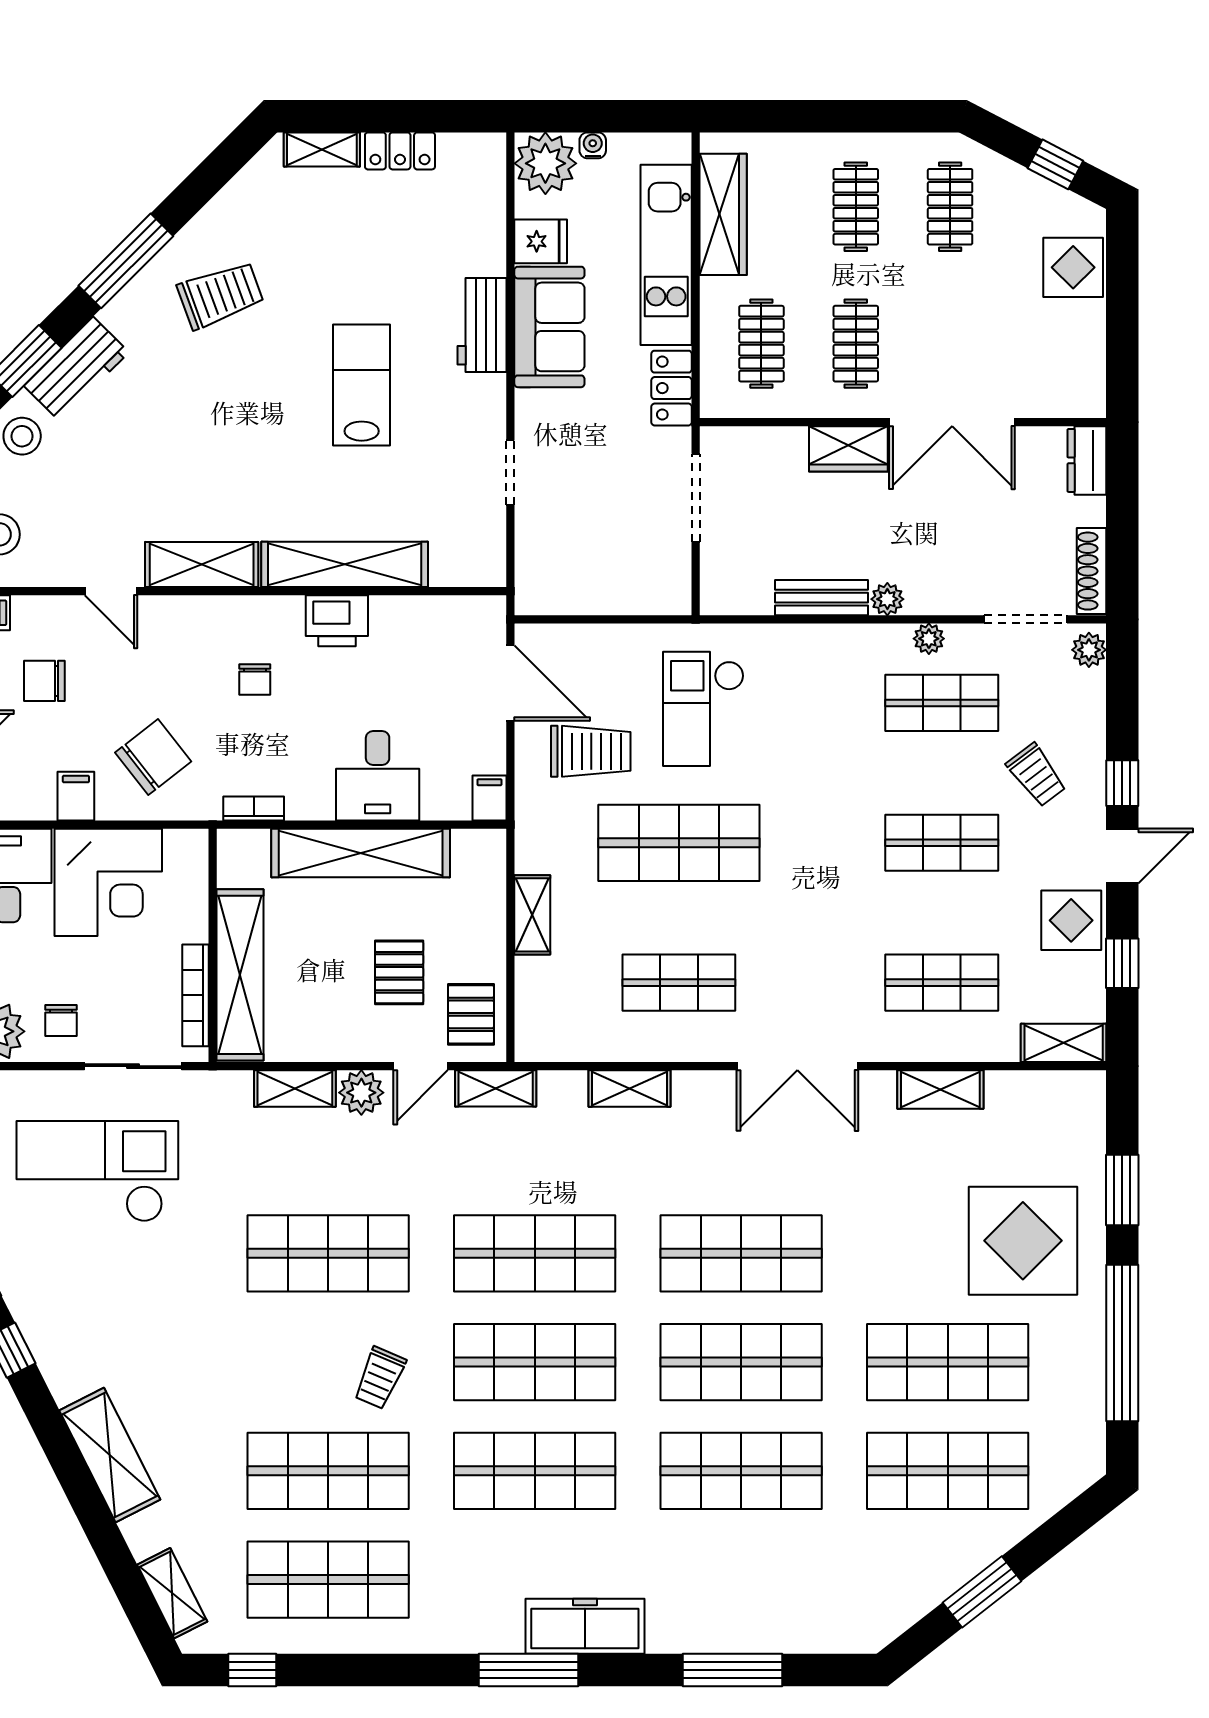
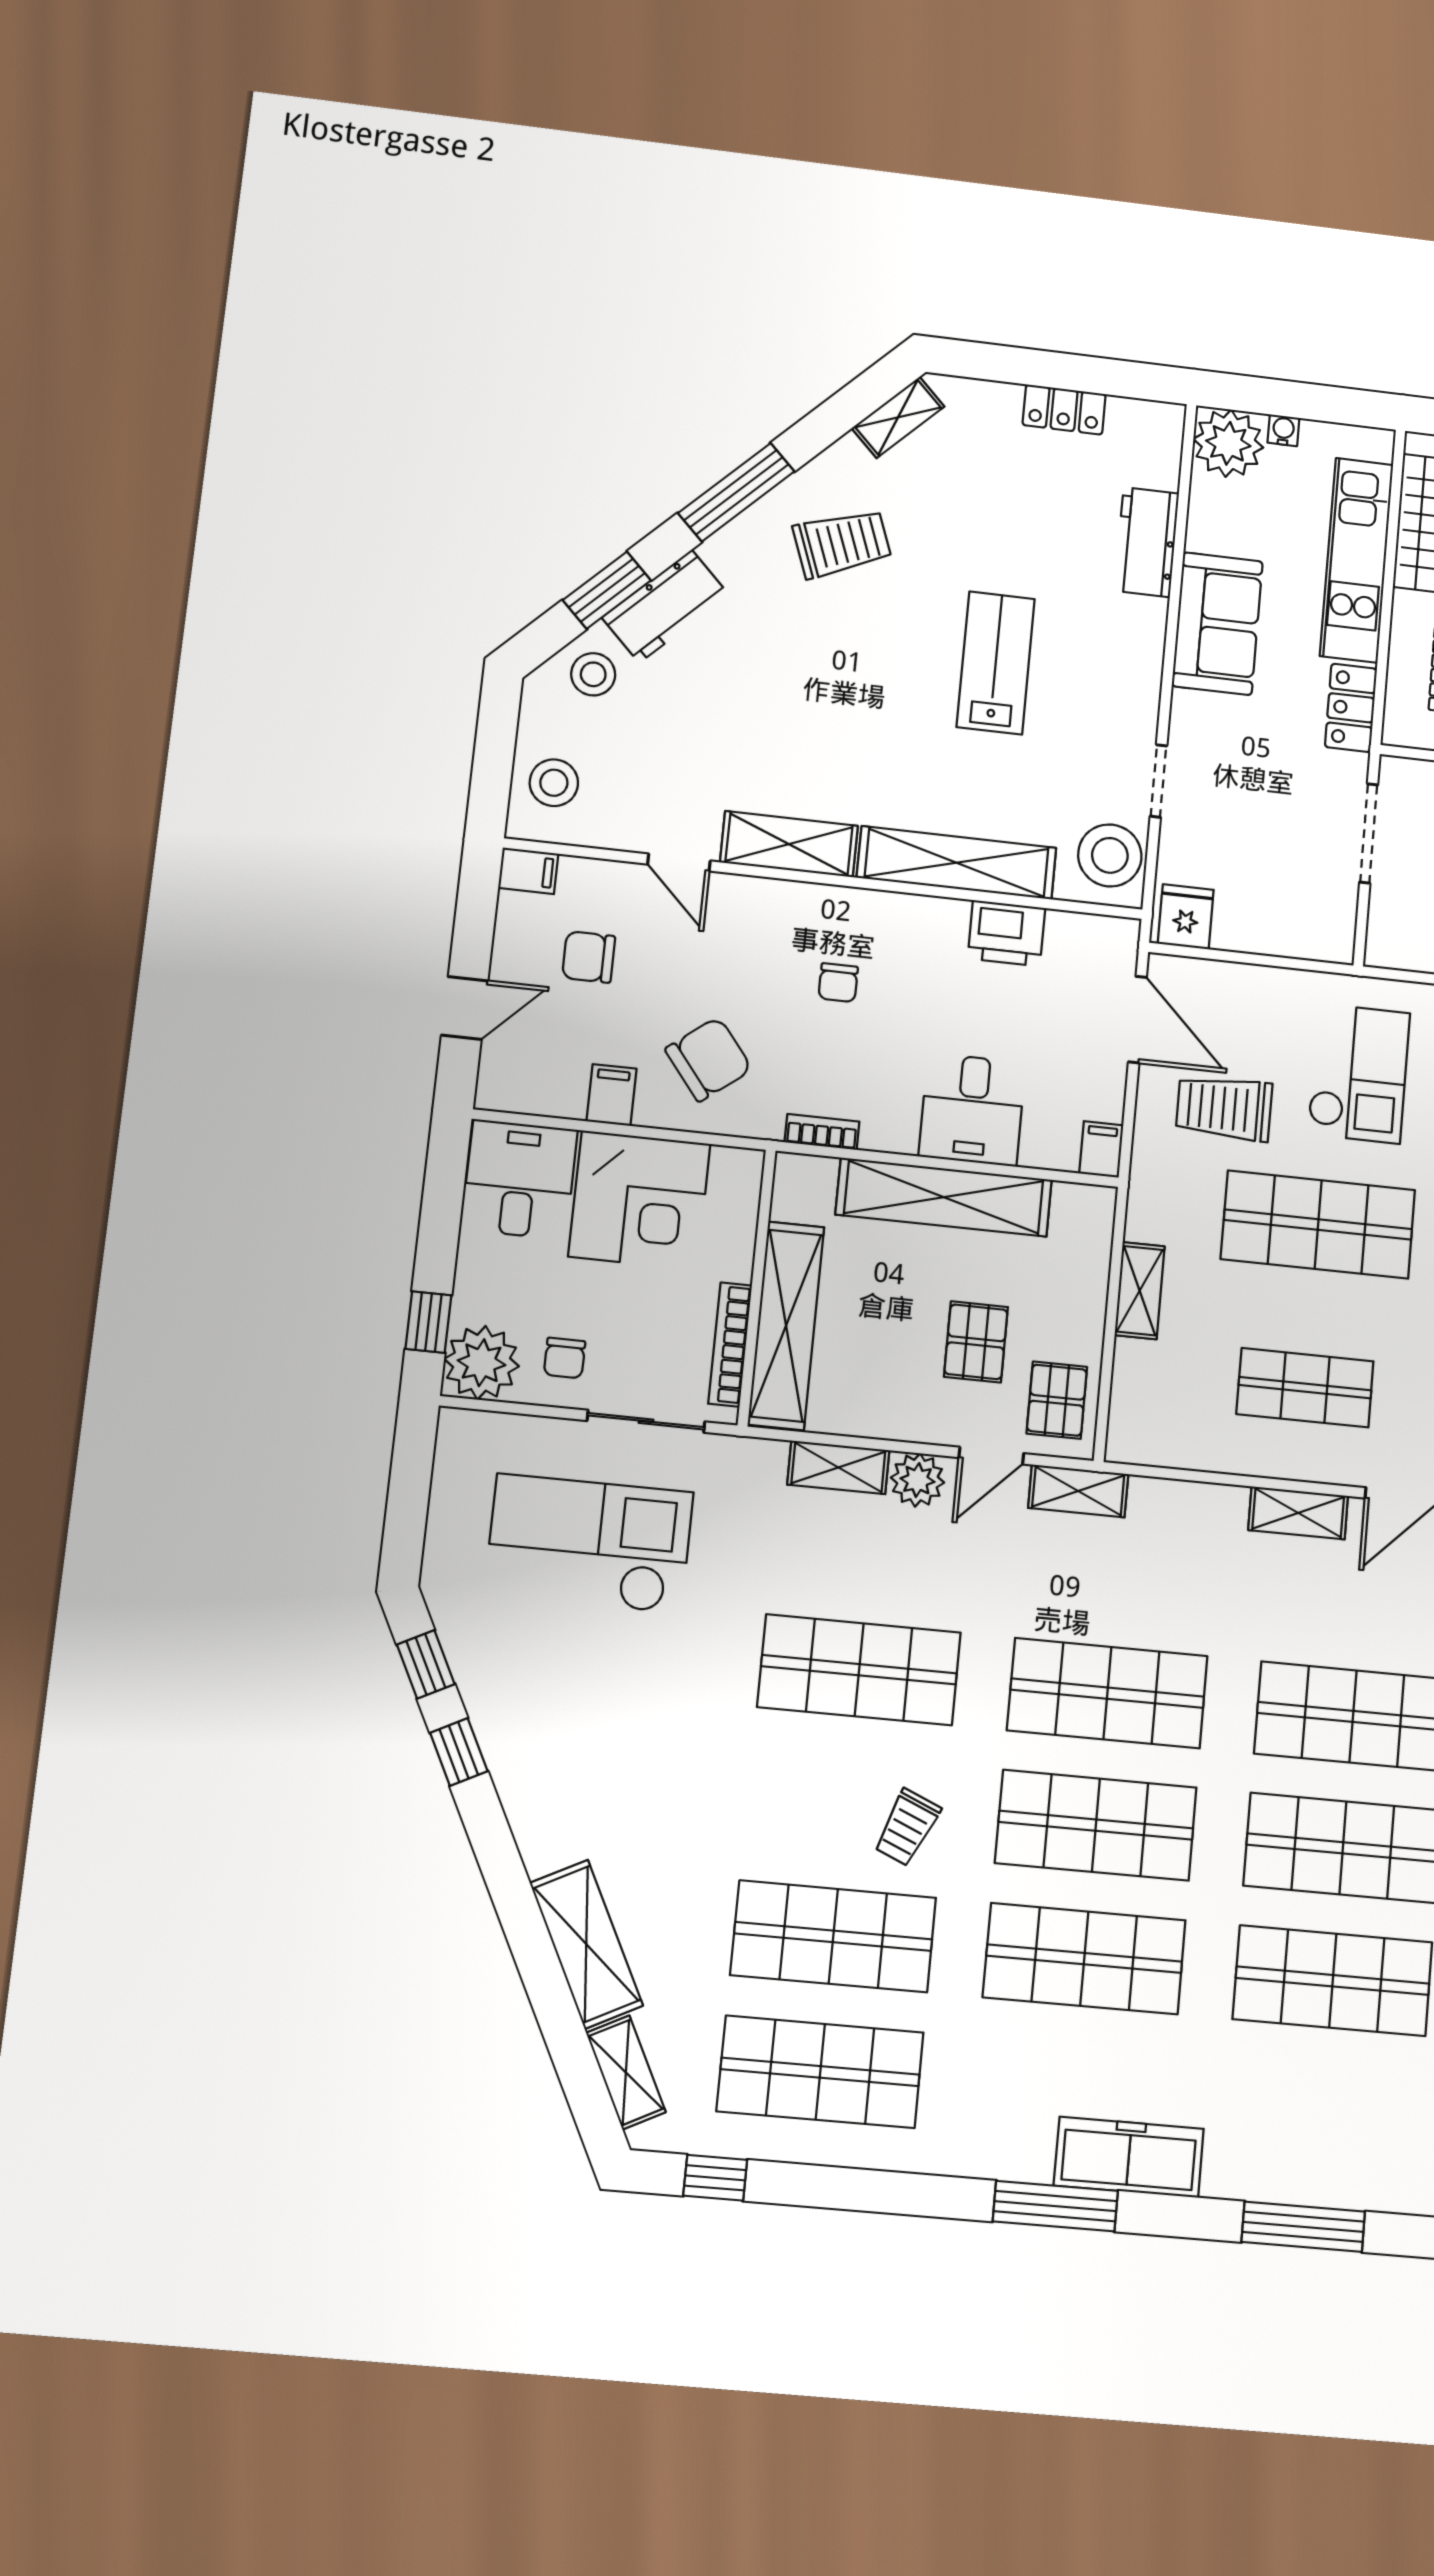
shelving: (322, 149) -> (898, 417), moved, turned -45
fridge: (541, 241) -> (1186, 917), moved, turned -90
workbench: (482, 325) -> (1147, 542), moved
stool: (474, 543) -> (1110, 855), added
printer: (337, 621) -> (1006, 933), moved
checkout: (703, 709) -> (1359, 1073), turned 180
trolley: (591, 751) -> (1224, 1108), turned 180
shelving: (629, 1089) -> (1298, 1513), moved
shelving: (110, 1455) -> (586, 1944), moved

